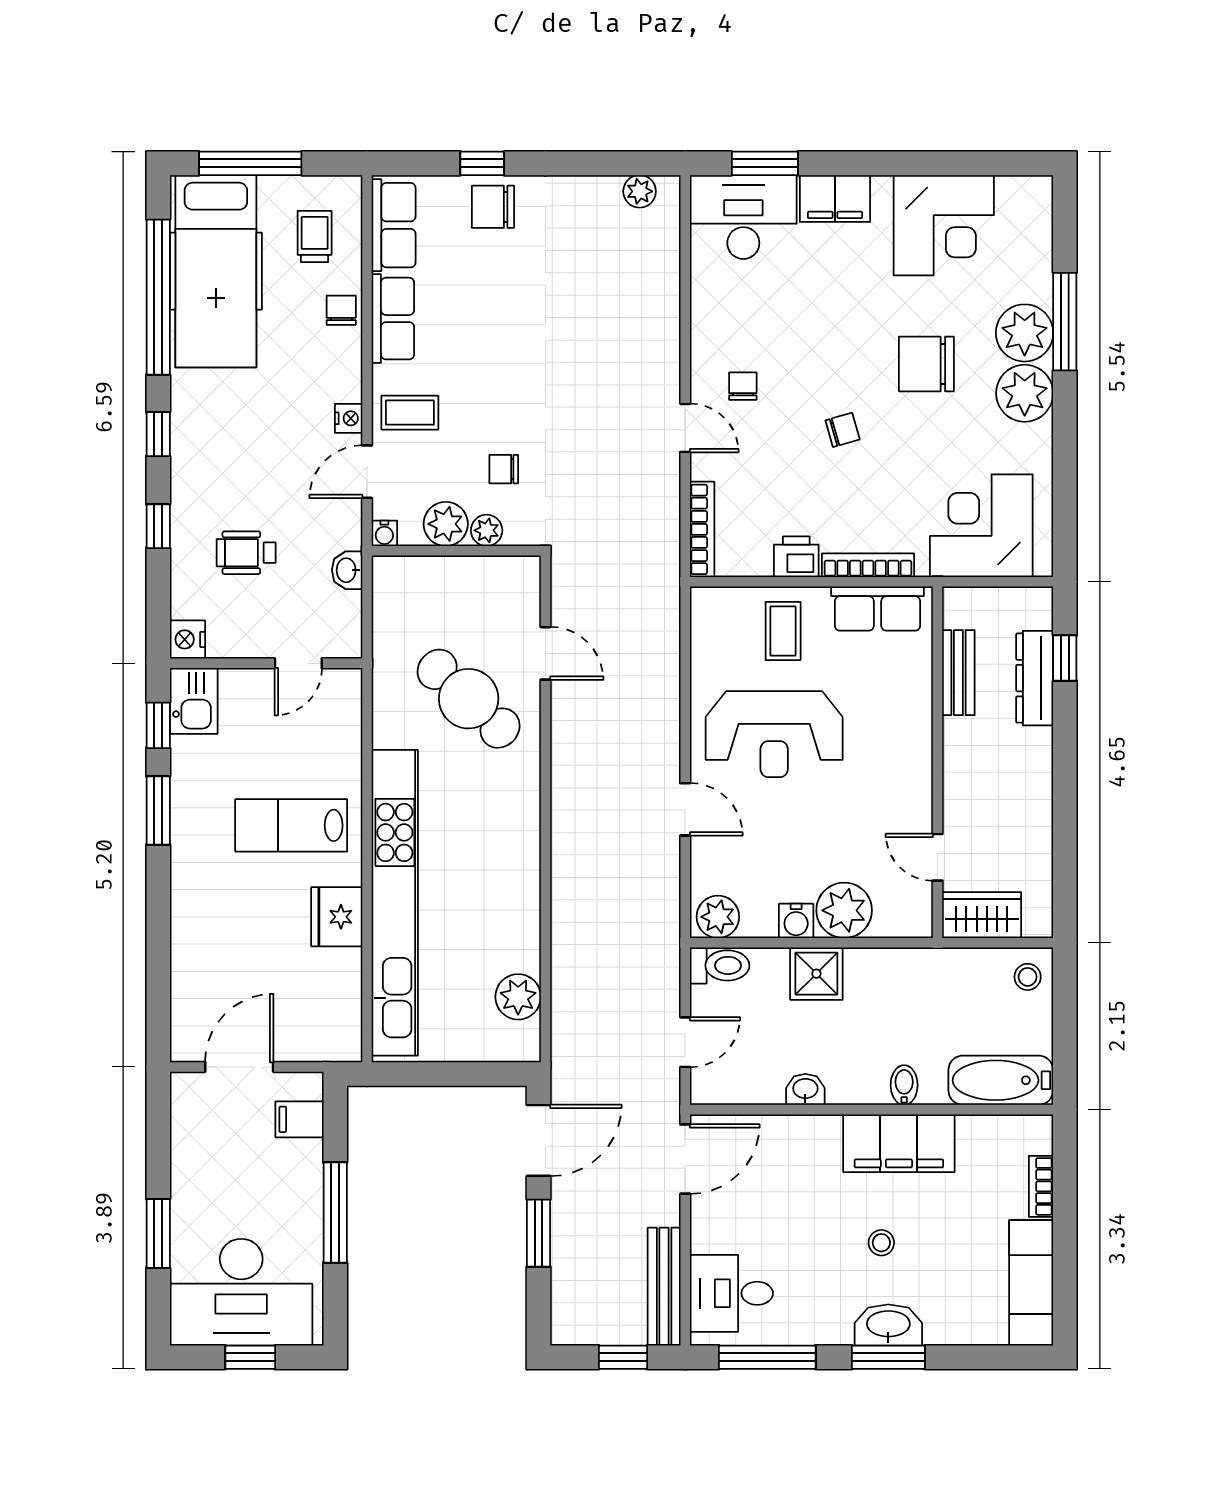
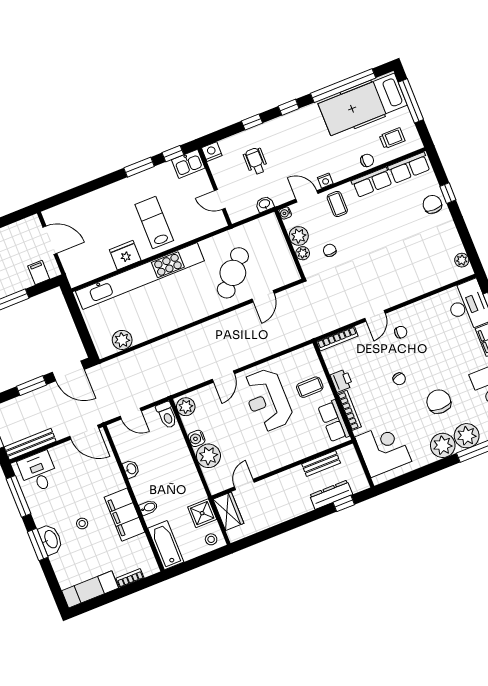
shower: (816, 974) -> (202, 513), moved

